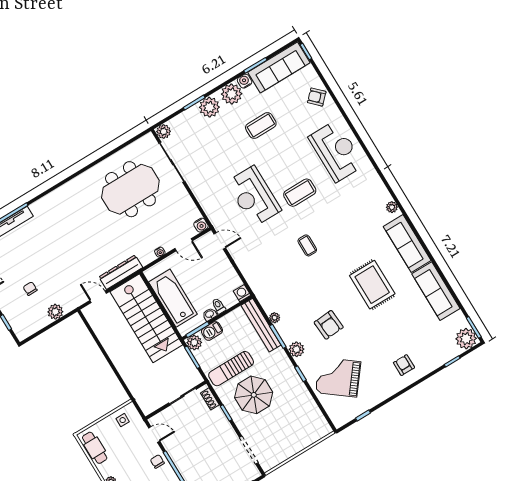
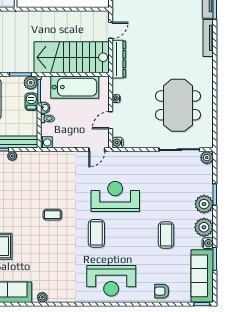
armchair: (317, 97) -> (162, 291), turned -135
tv unit: (49, 199) -> (208, 38), added

